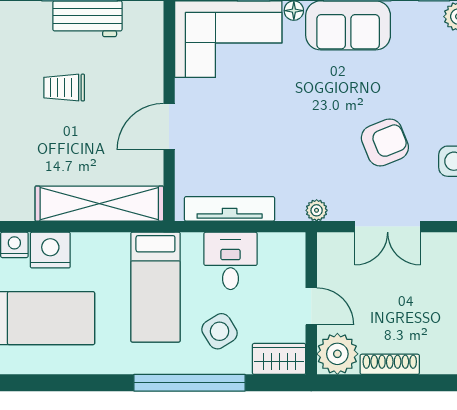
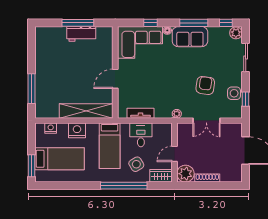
trolley: (64, 88) -> (71, 63), removed
armchair: (385, 142) -> (205, 85), turned -60
tv unit: (230, 209) -> (140, 113), width x0.71
nightstand: (50, 250) -> (77, 130), moved
door: (311, 306) -> (175, 154), swing flipped

